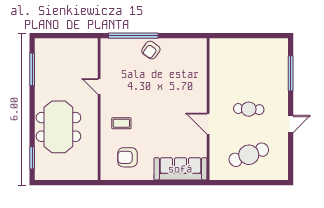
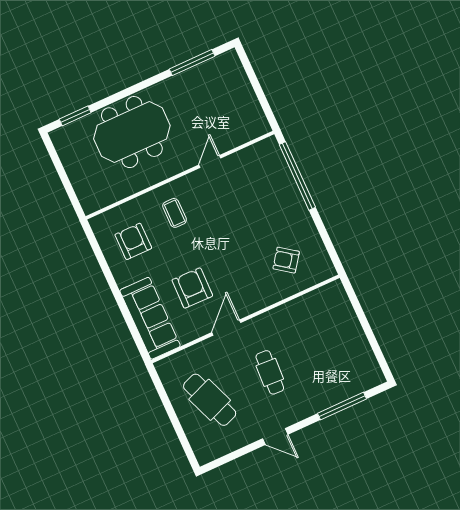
armchair: (151, 50) -> (286, 260), moved
armchair: (174, 134) -> (192, 288), added

